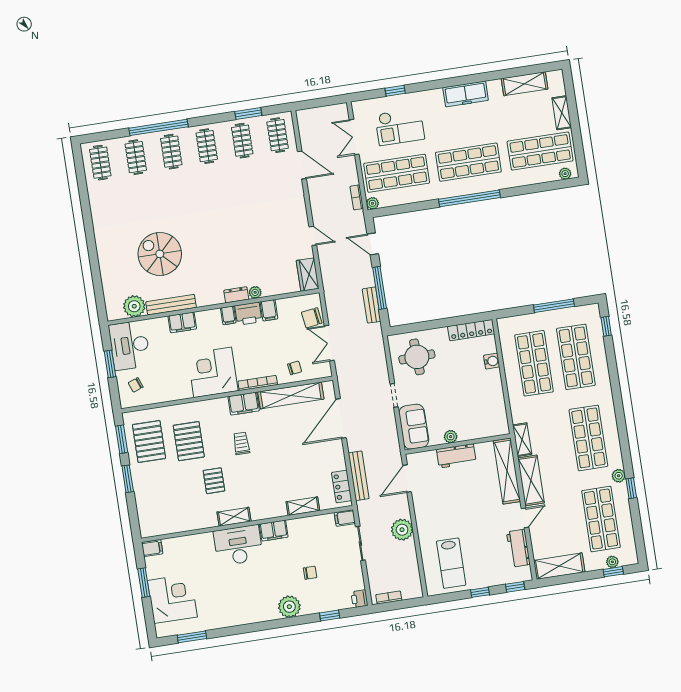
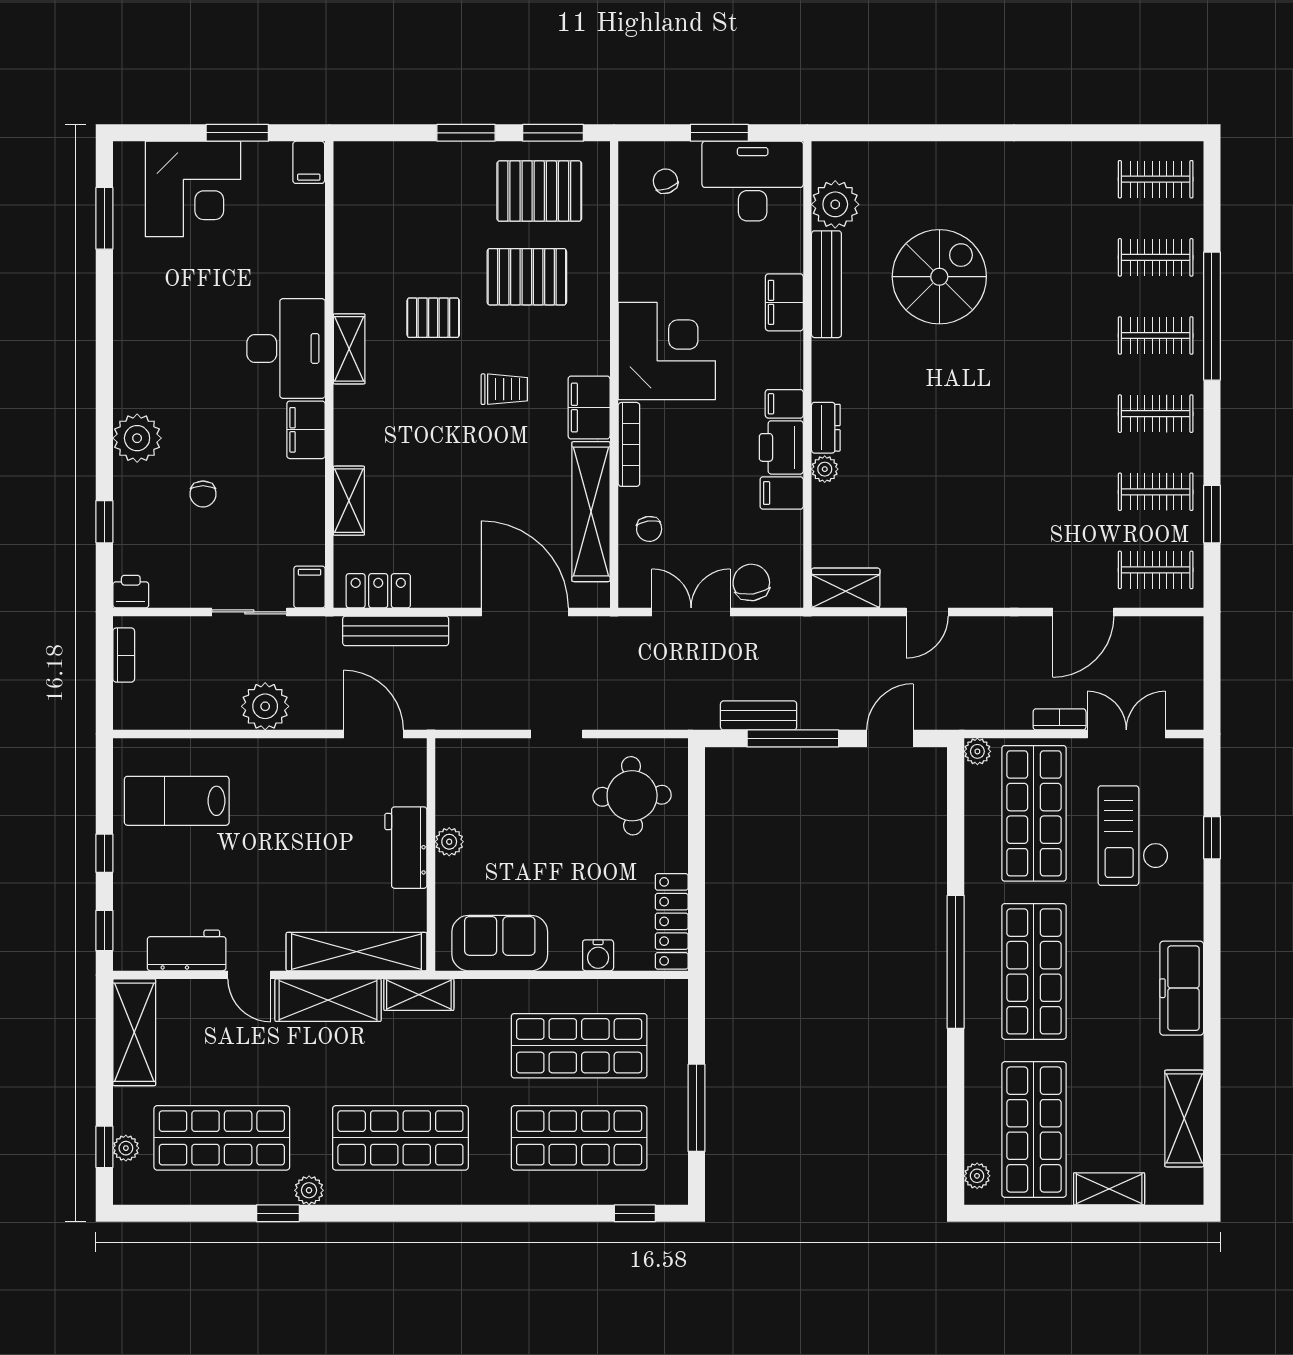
bookcase: (357, 197) -> (1060, 719), moved
sofa: (414, 427) -> (500, 943), moved, turned 180

